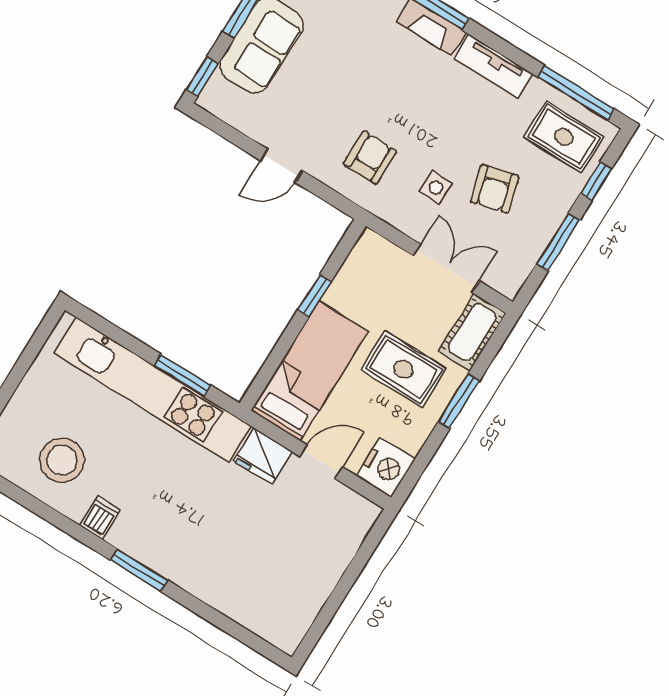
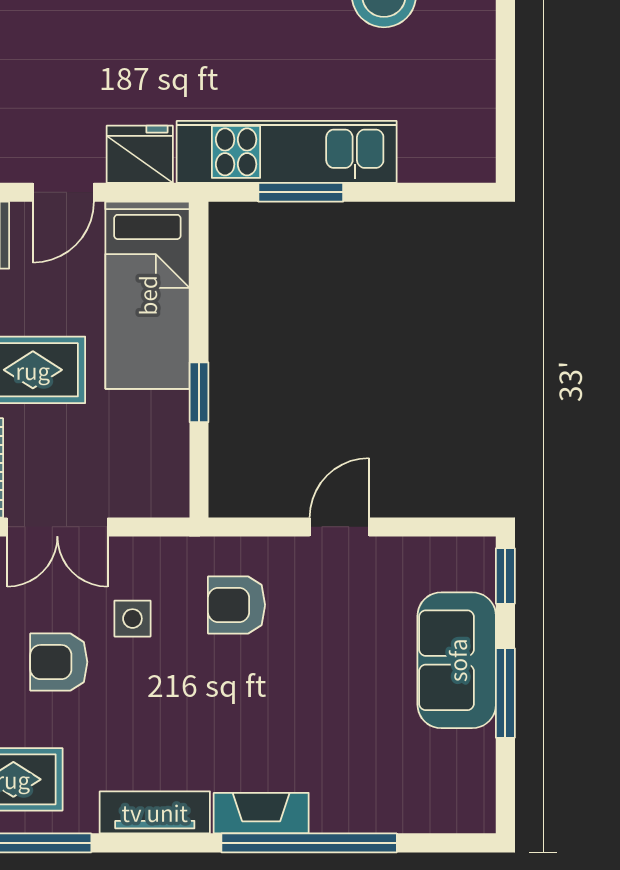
armchair: (370, 157) -> (237, 605), turned 90
armchair: (495, 189) -> (59, 662), turned -75
kitchen unit: (152, 390) -> (287, 152), width x0.73

